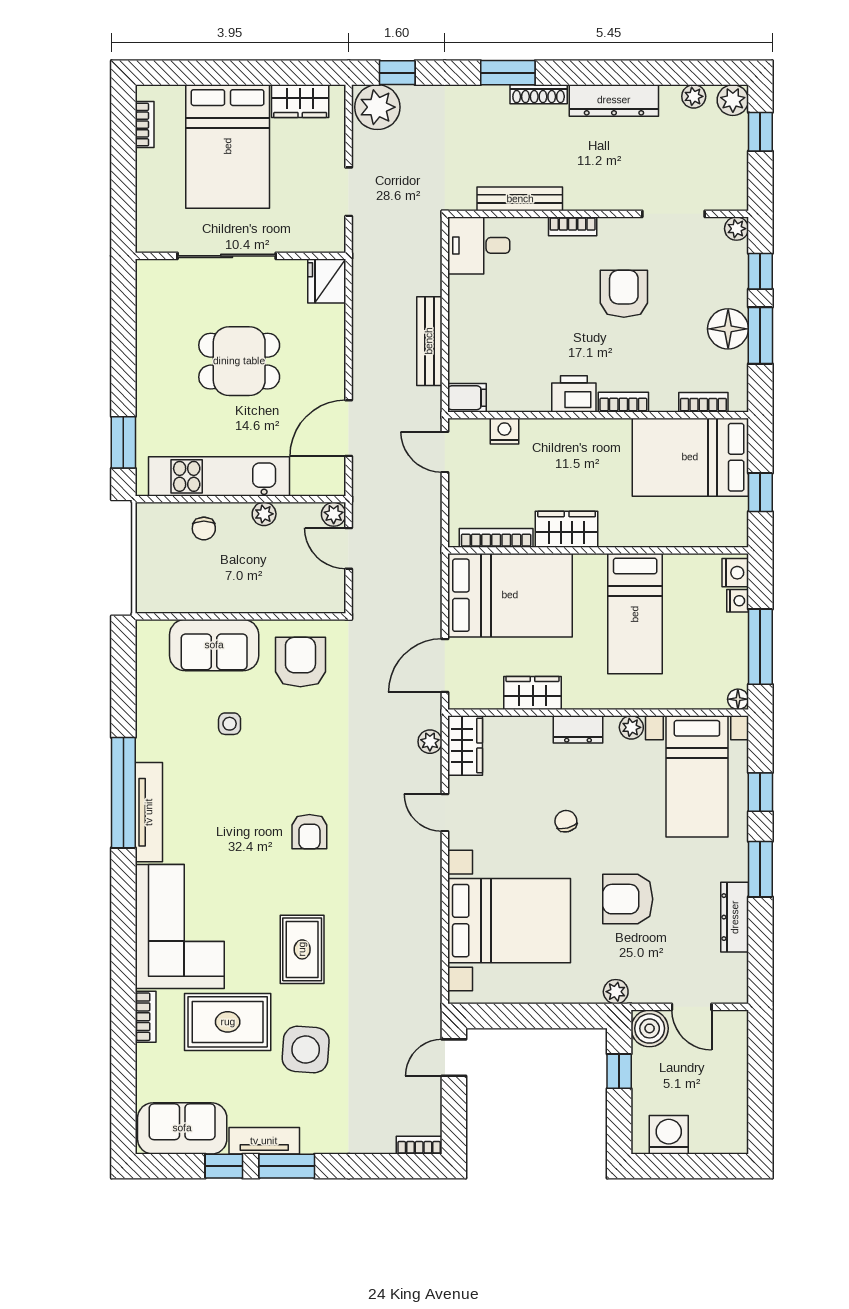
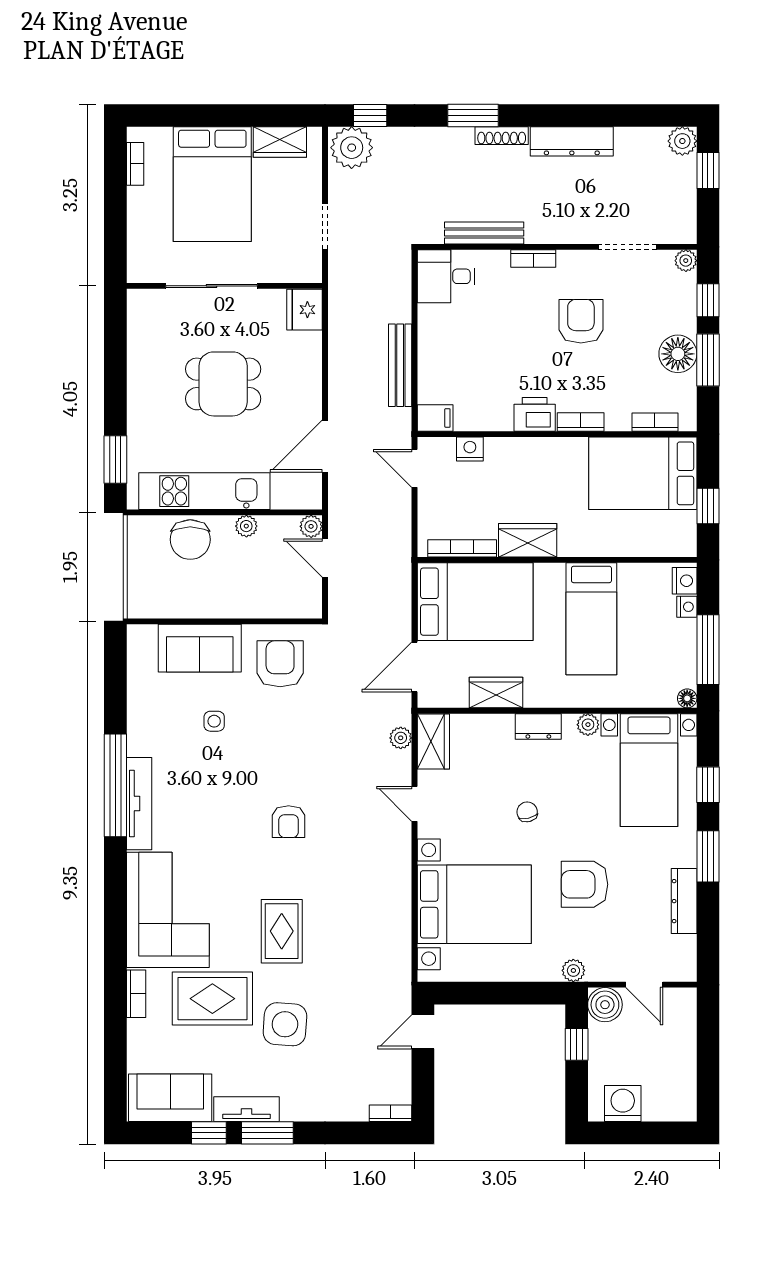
plant: (694, 96) -> (646, 138), removed
chair: (204, 529) -> (190, 540), width x1.87, depth x1.87

